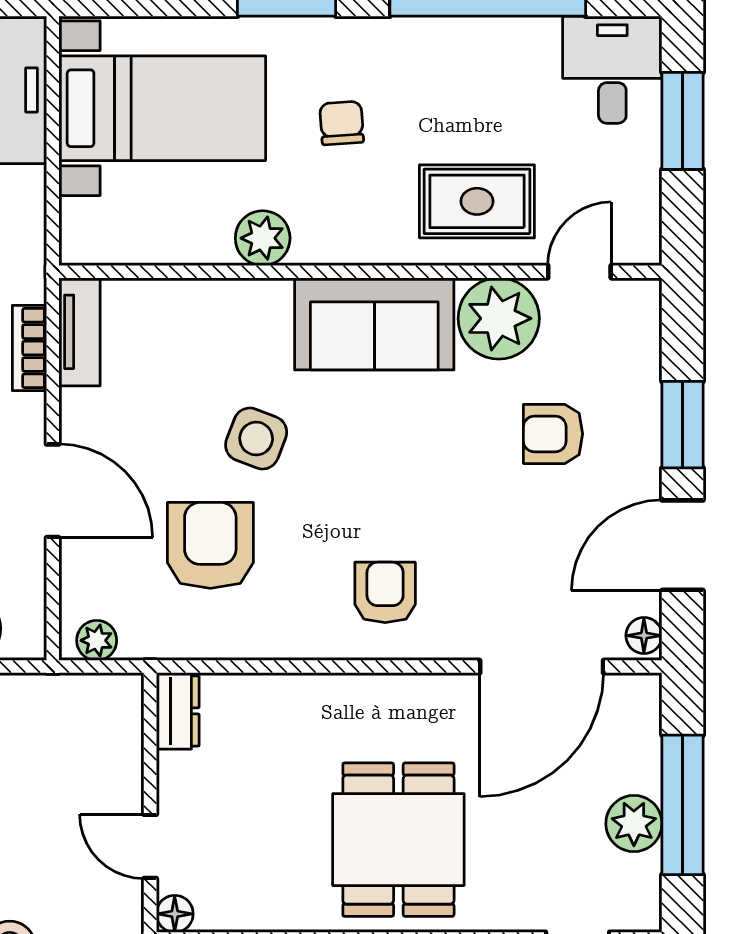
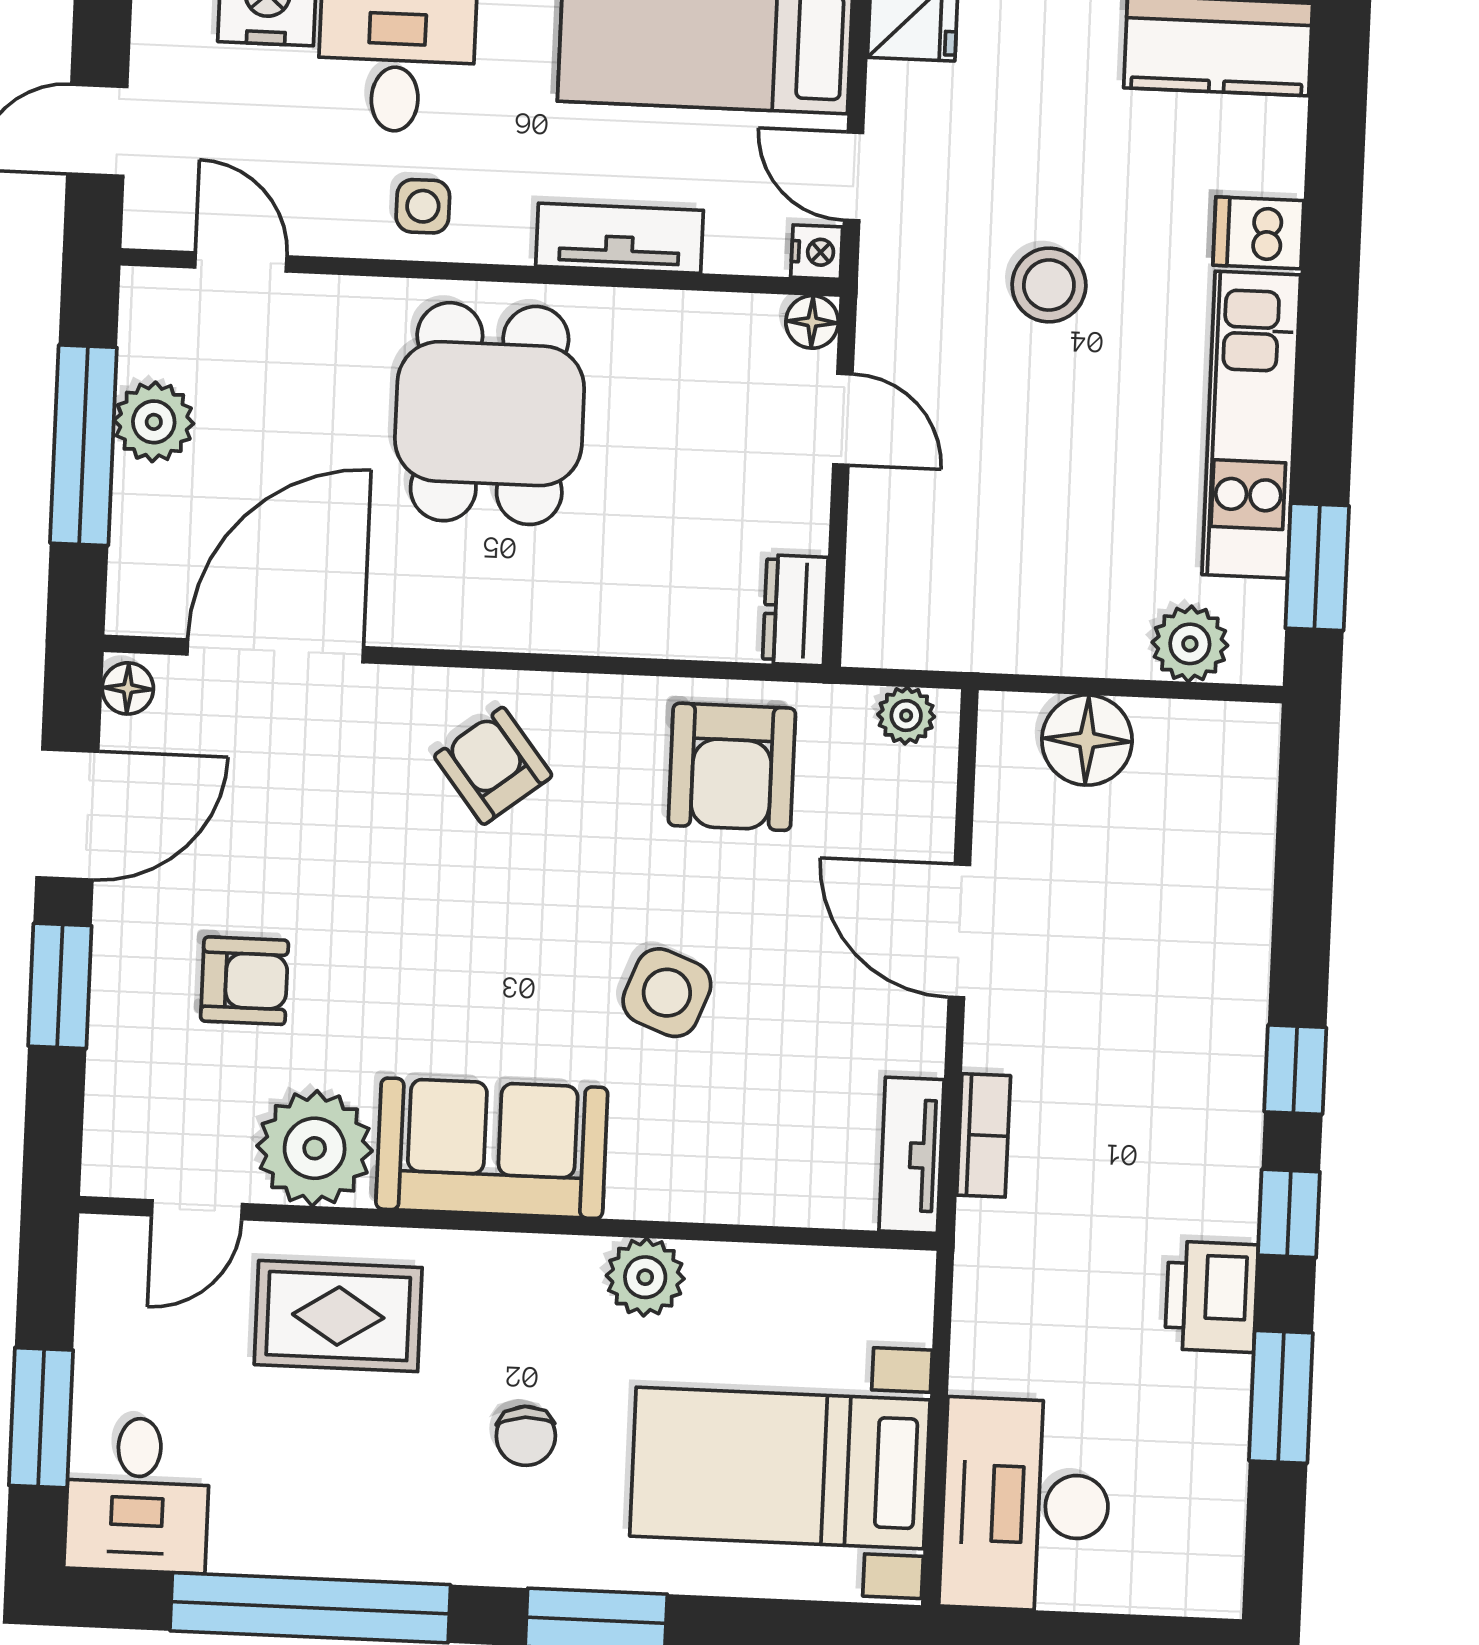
armchair: (210, 545) -> (732, 767), moved
armchair: (385, 592) -> (493, 766), turned 142

